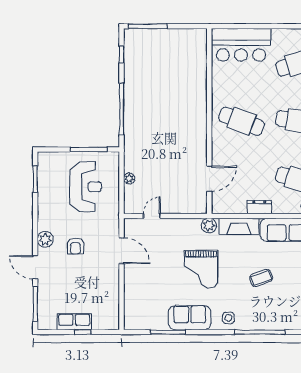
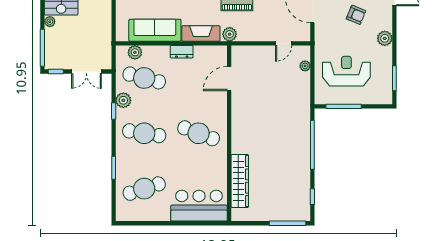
wardrobe: (198, 71) -> (240, 181), added
plant: (129, 179) -> (305, 66), moved
reception desk: (86, 187) -> (346, 71), turned 90
plant: (45, 239) -> (385, 38), moved
armchair: (75, 246) -> (356, 15), turned 113

